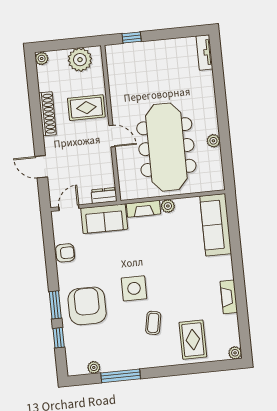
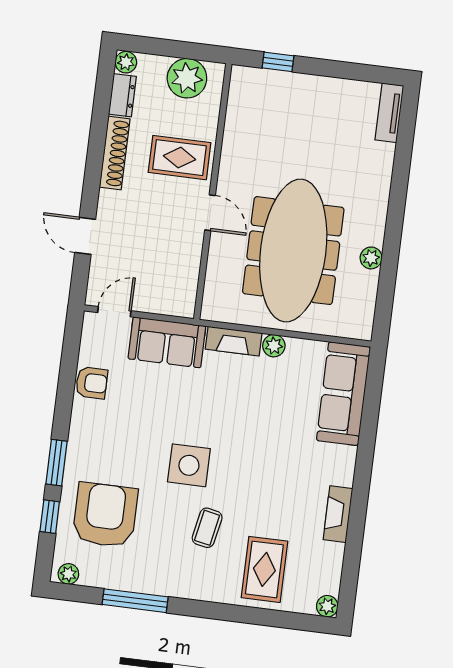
dresser: (104, 195) -> (122, 95), moved, turned 90
armchair: (87, 306) -> (105, 515), moved
plant: (94, 367) -> (68, 574), moved

